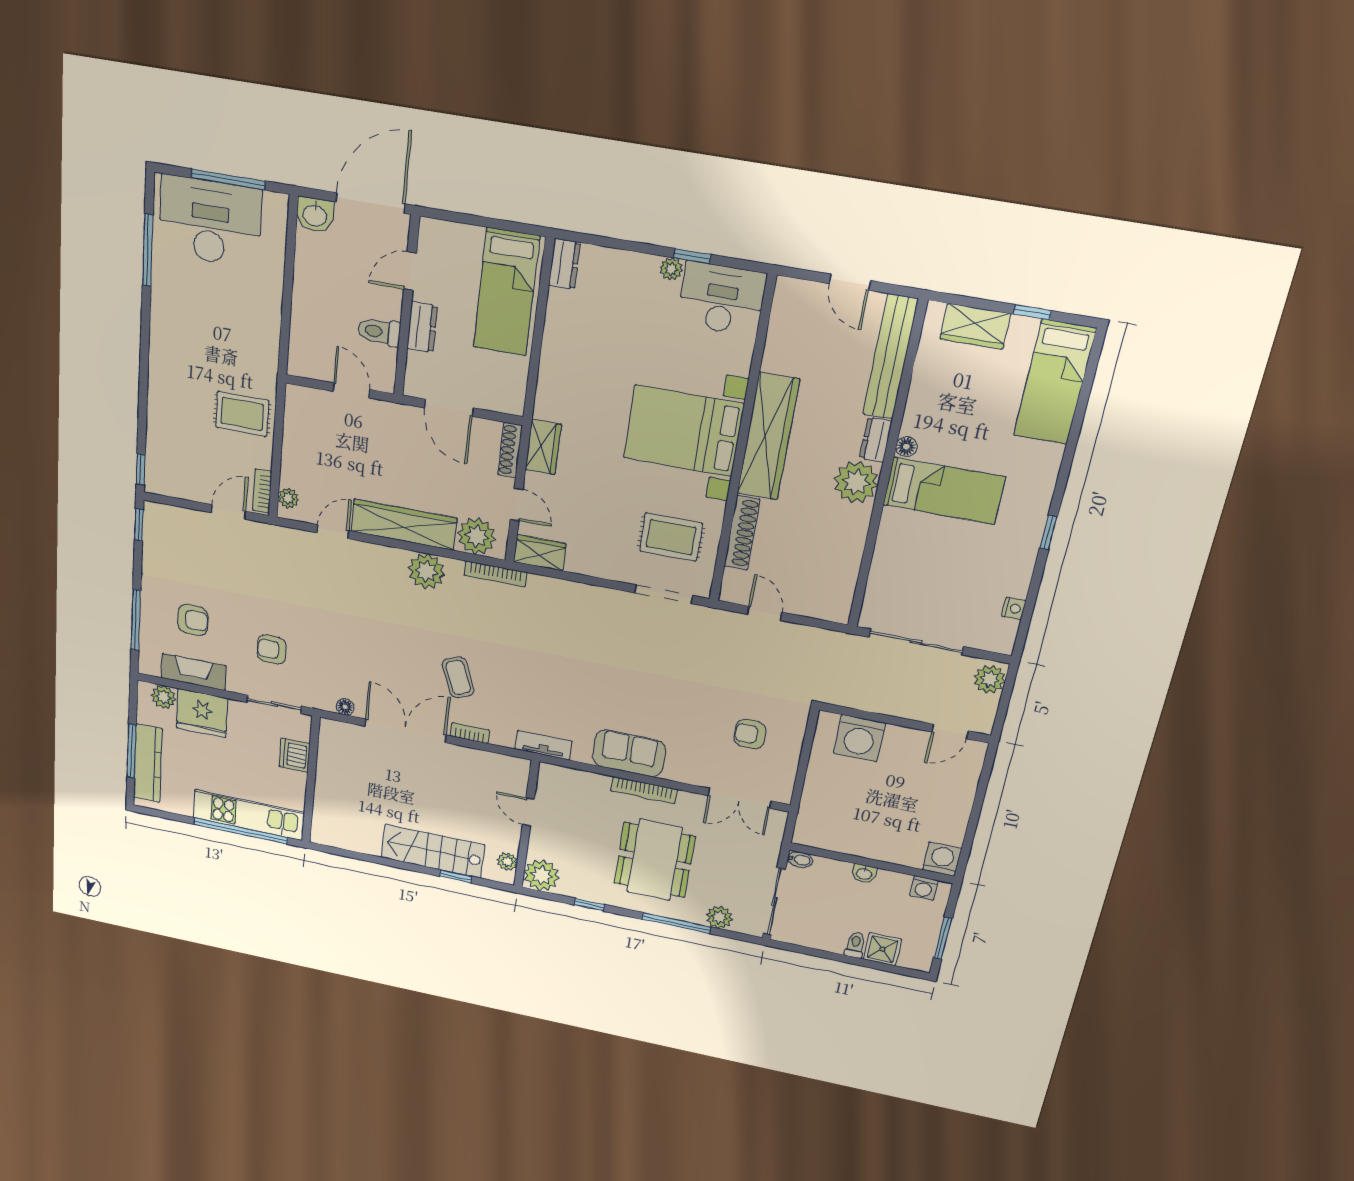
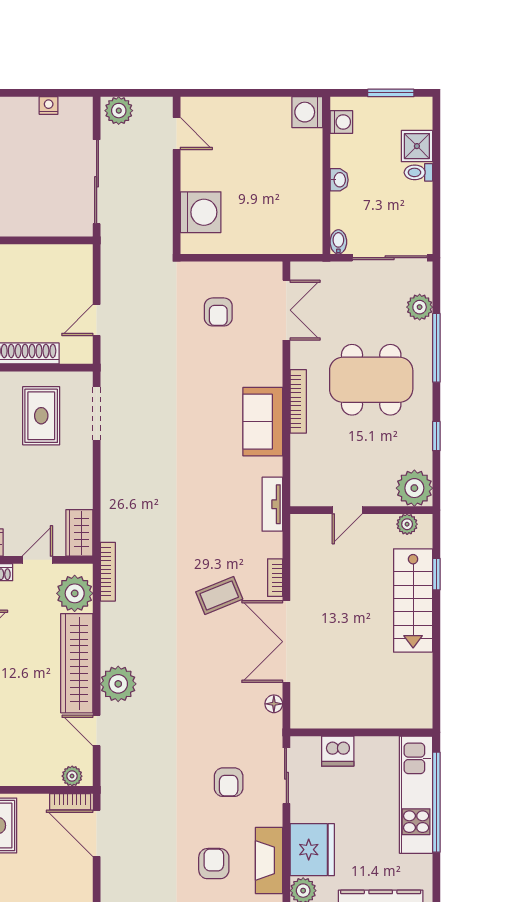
door: (228, 512) -> (97, 833), width x1.38
plant: (426, 571) -> (118, 684), moved

